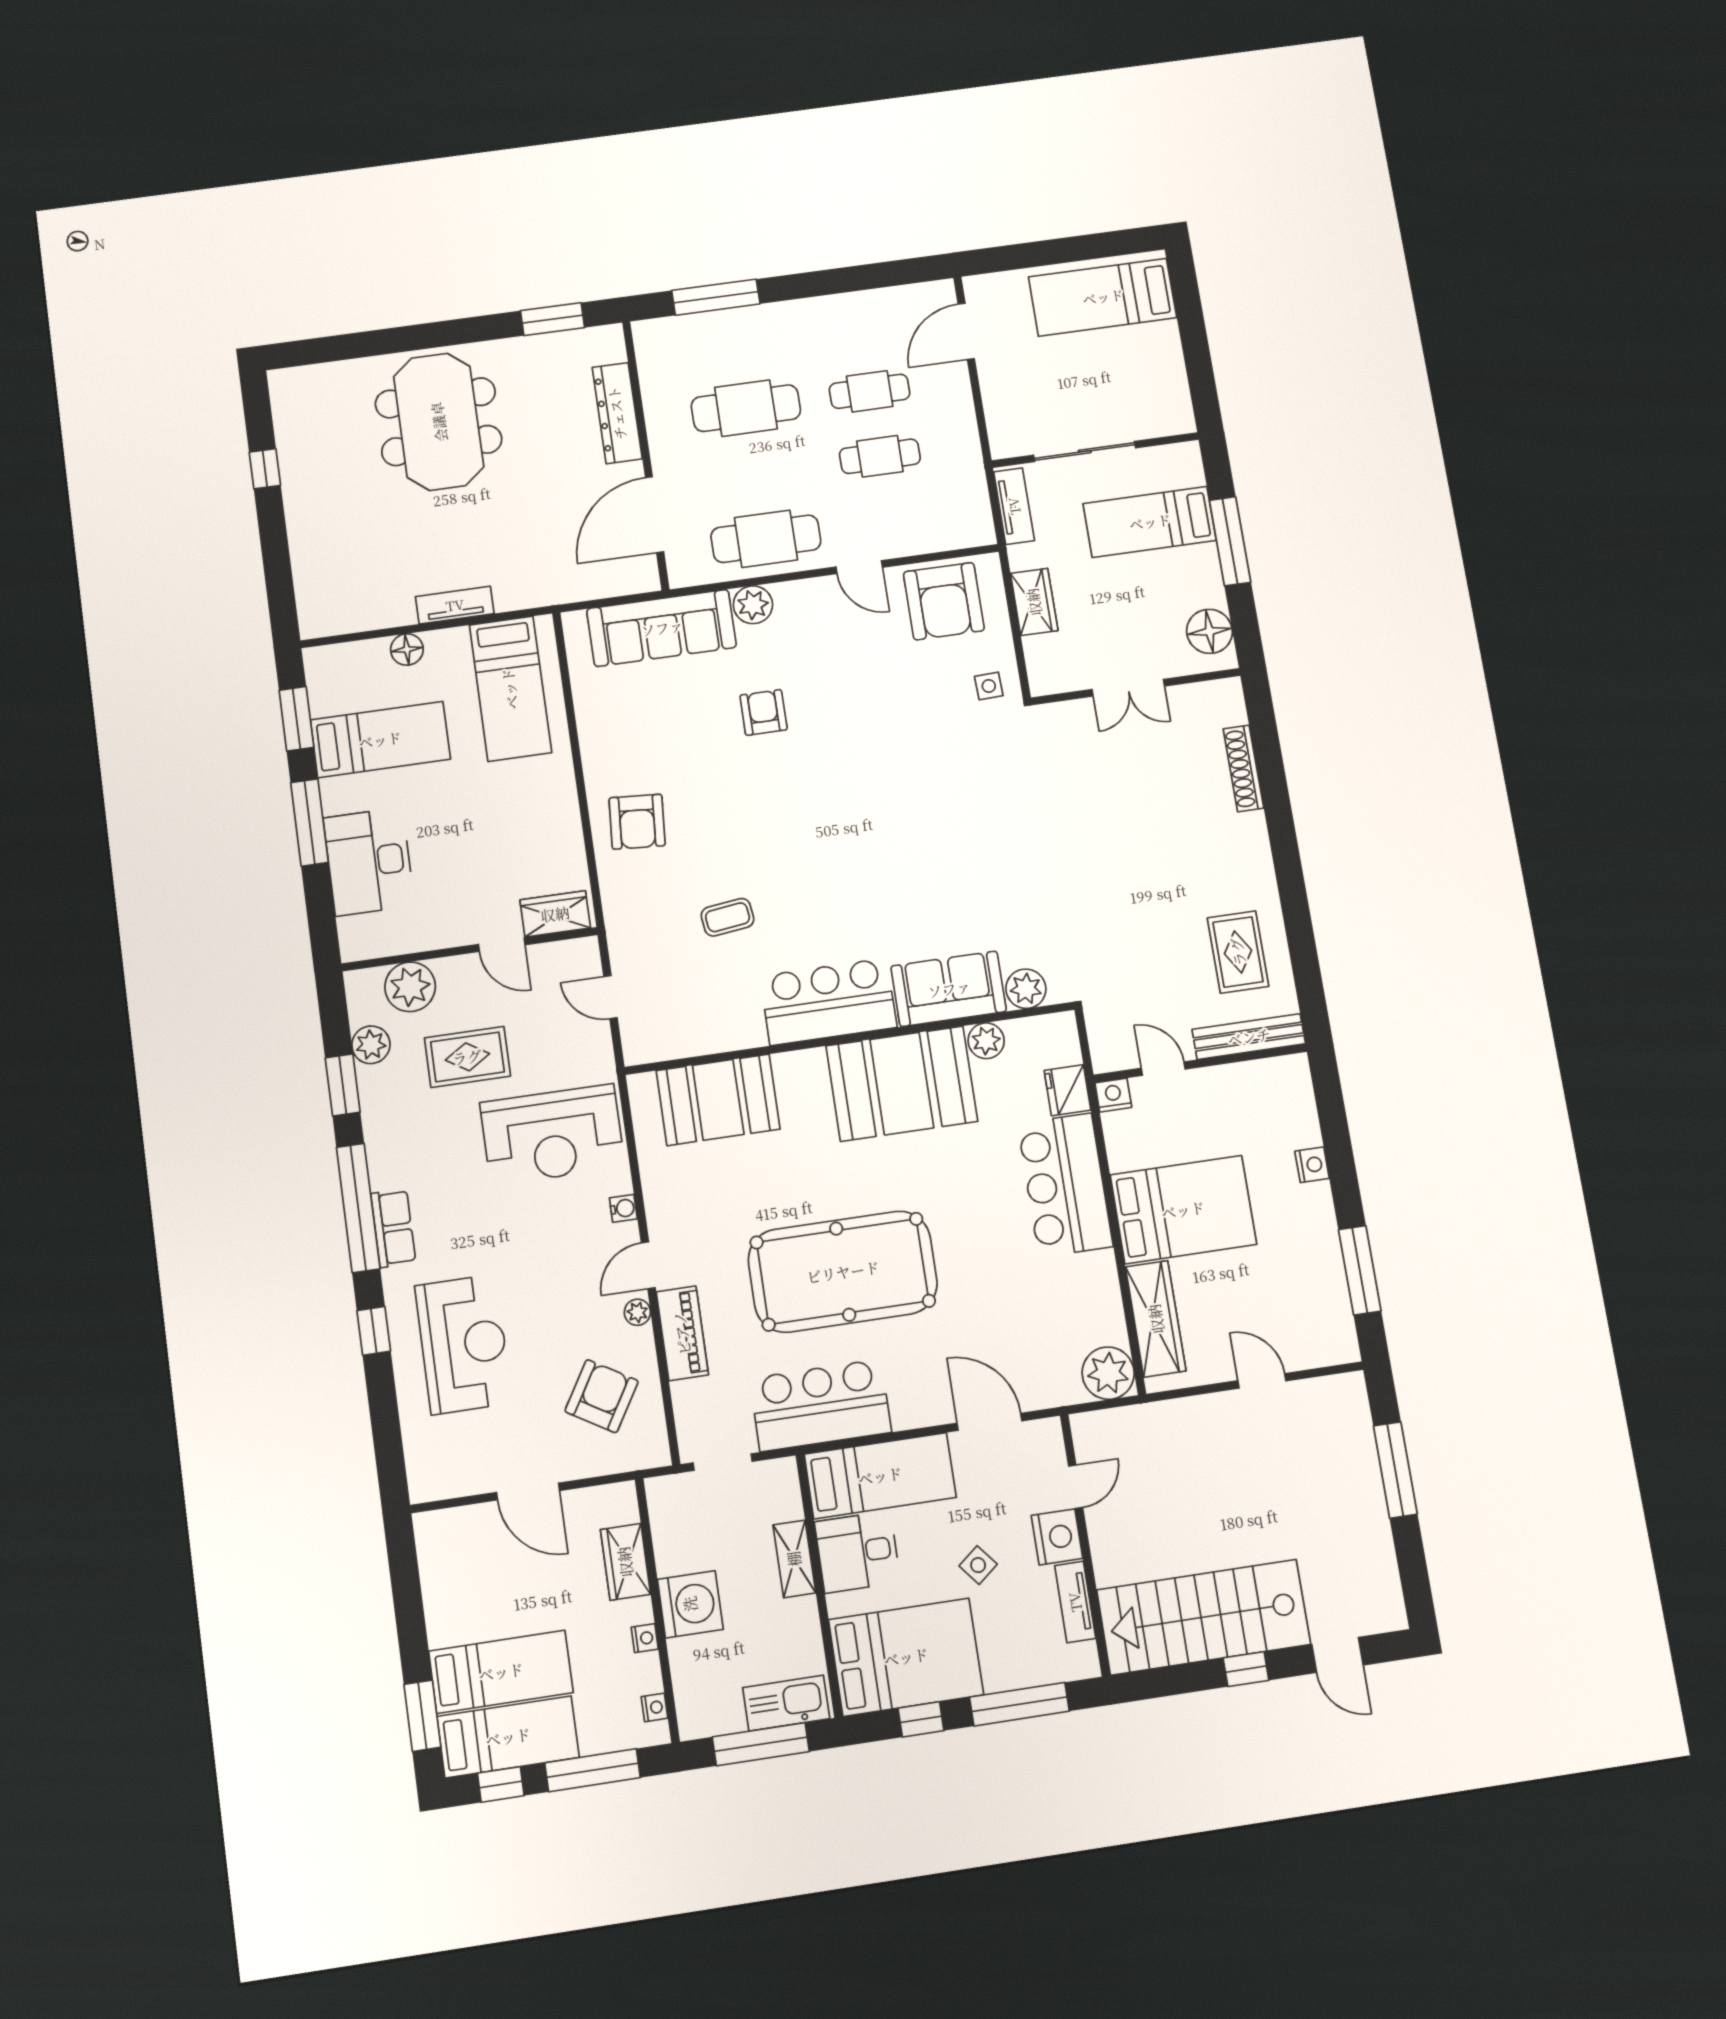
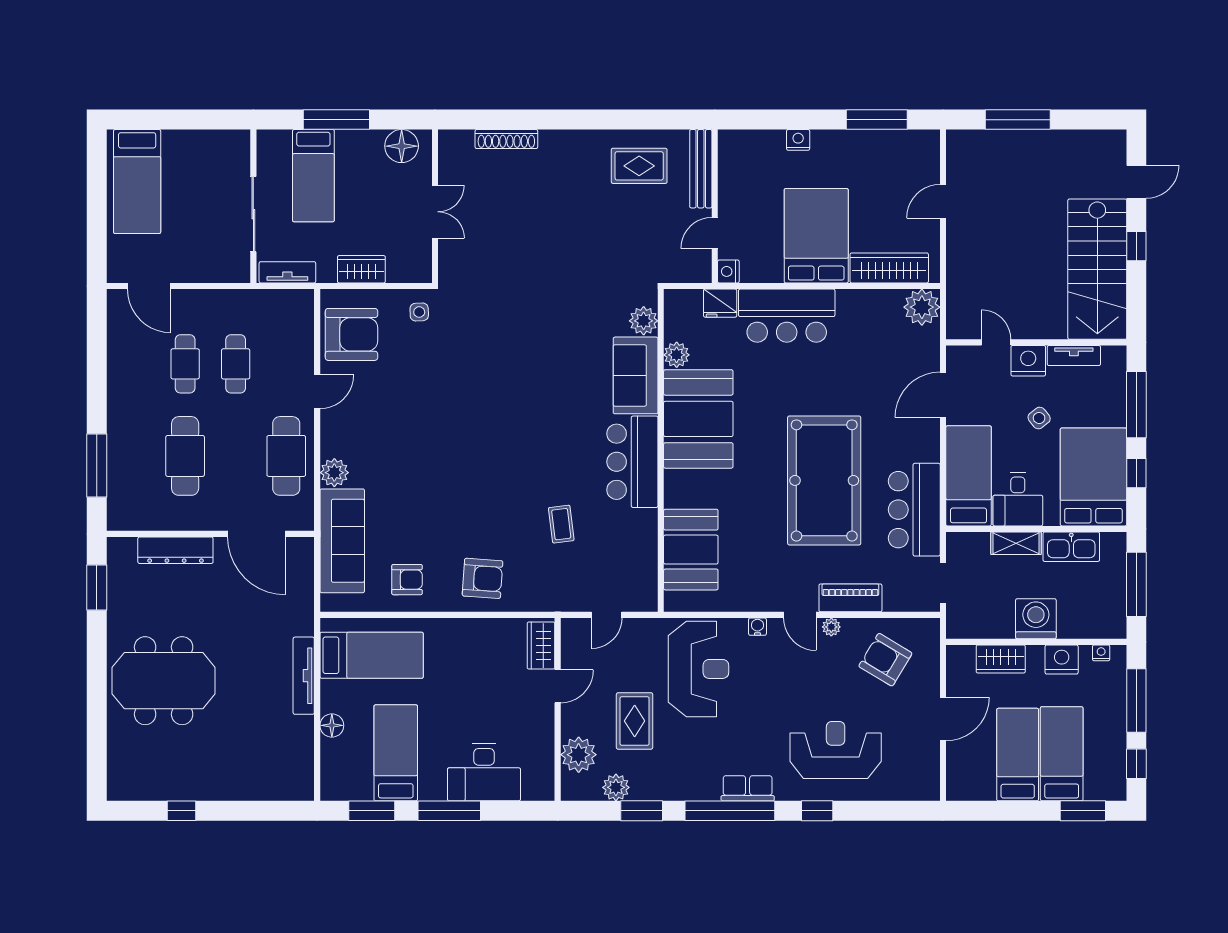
tv unit: (455, 605) -> (304, 676), width x1.41
armchair: (763, 712) -> (407, 580), moved, turned 180
nightstand: (645, 1638) -> (1062, 660), width x1.89, depth x1.79
kitchen sink: (786, 1703) -> (1071, 547), moved, turned -90
bed: (508, 1737) -> (1018, 755), moved

